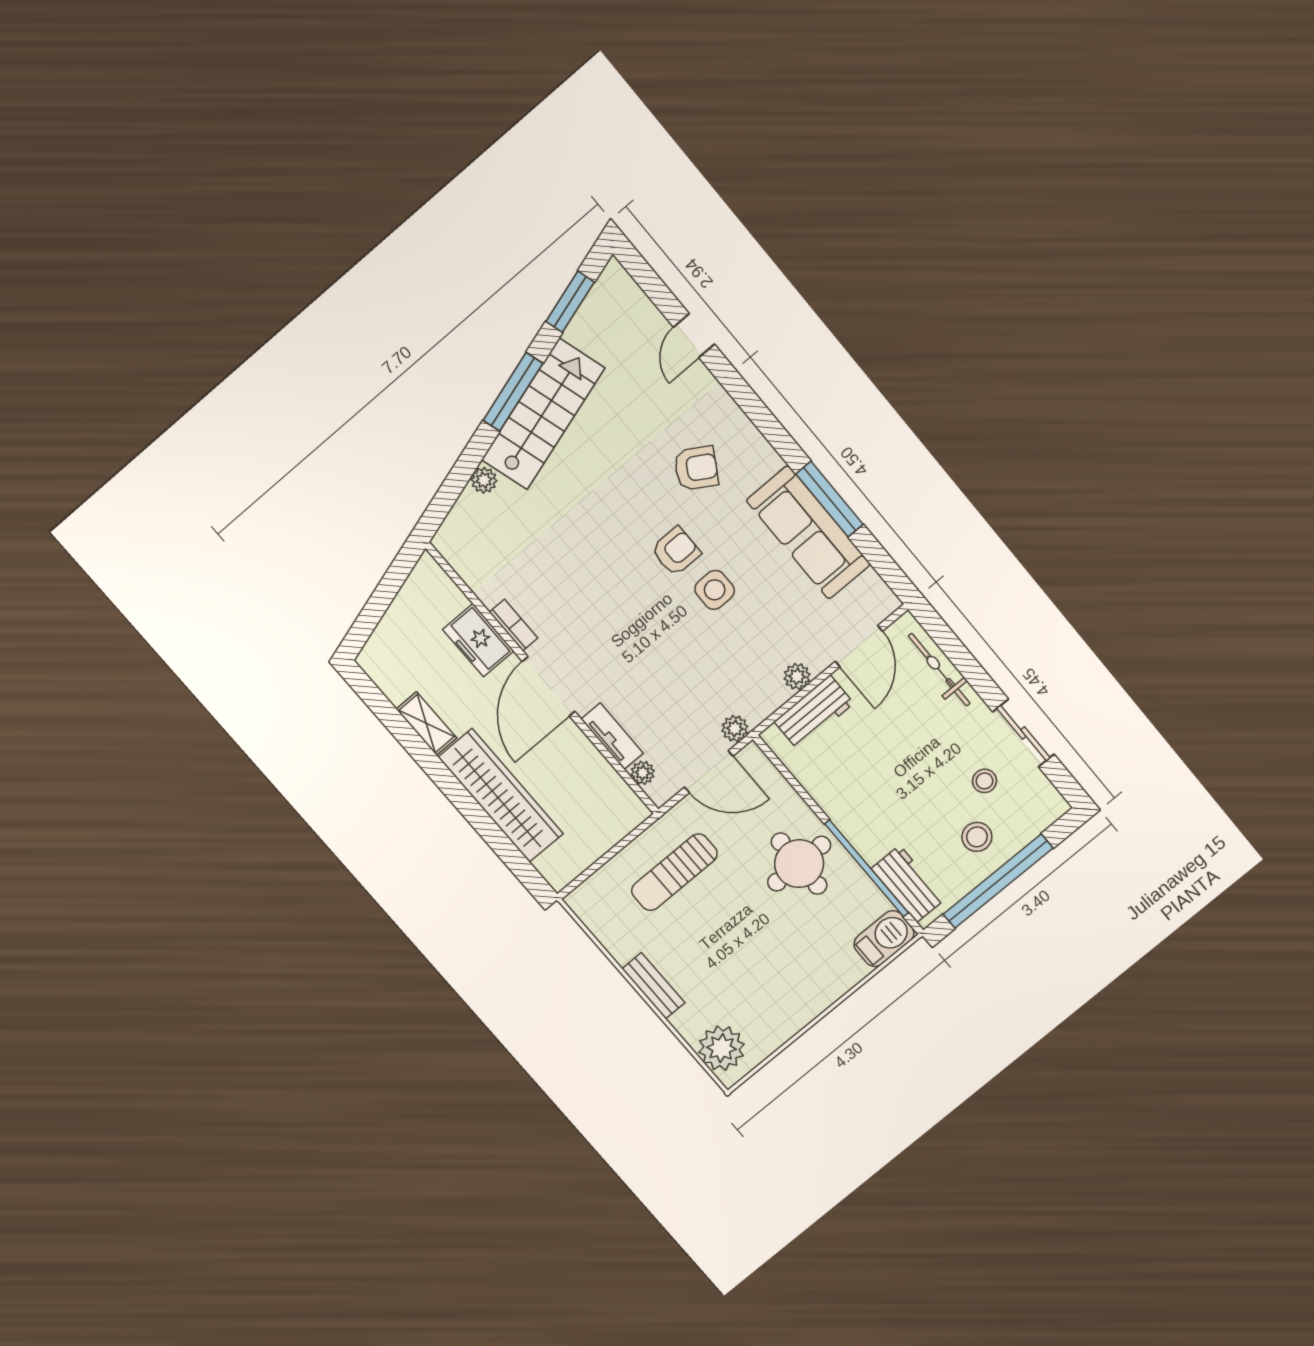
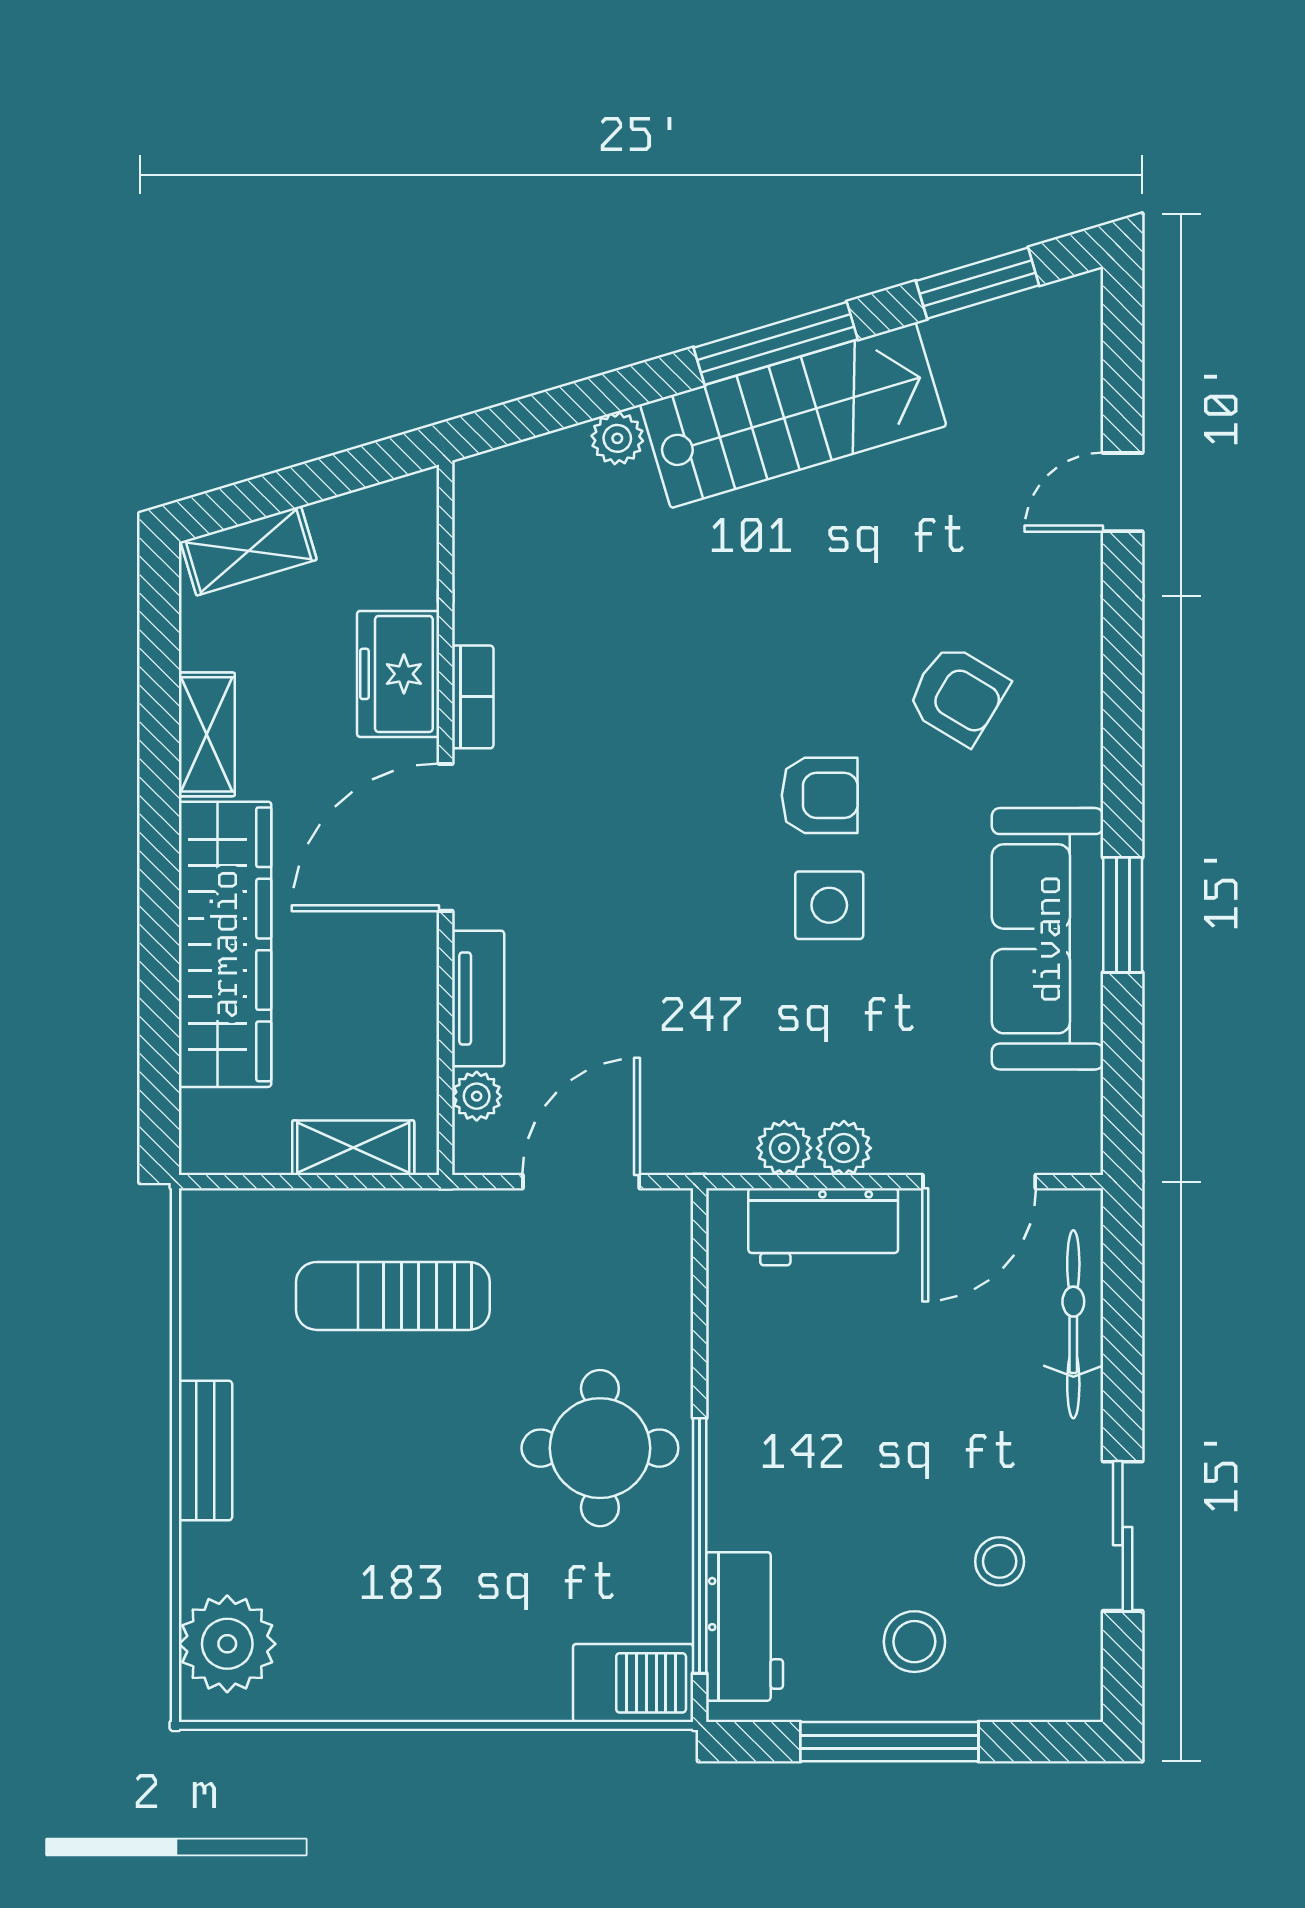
window: (830, 499) -> (1123, 915), width x0.69
shelving: (382, 641) -> (249, 551), added
plant: (735, 729) -> (784, 1148), moved
door: (709, 772) -> (581, 1182), swing flipped
shelving: (613, 830) -> (353, 1148), added
window: (998, 881) -> (889, 1742), width x0.68

